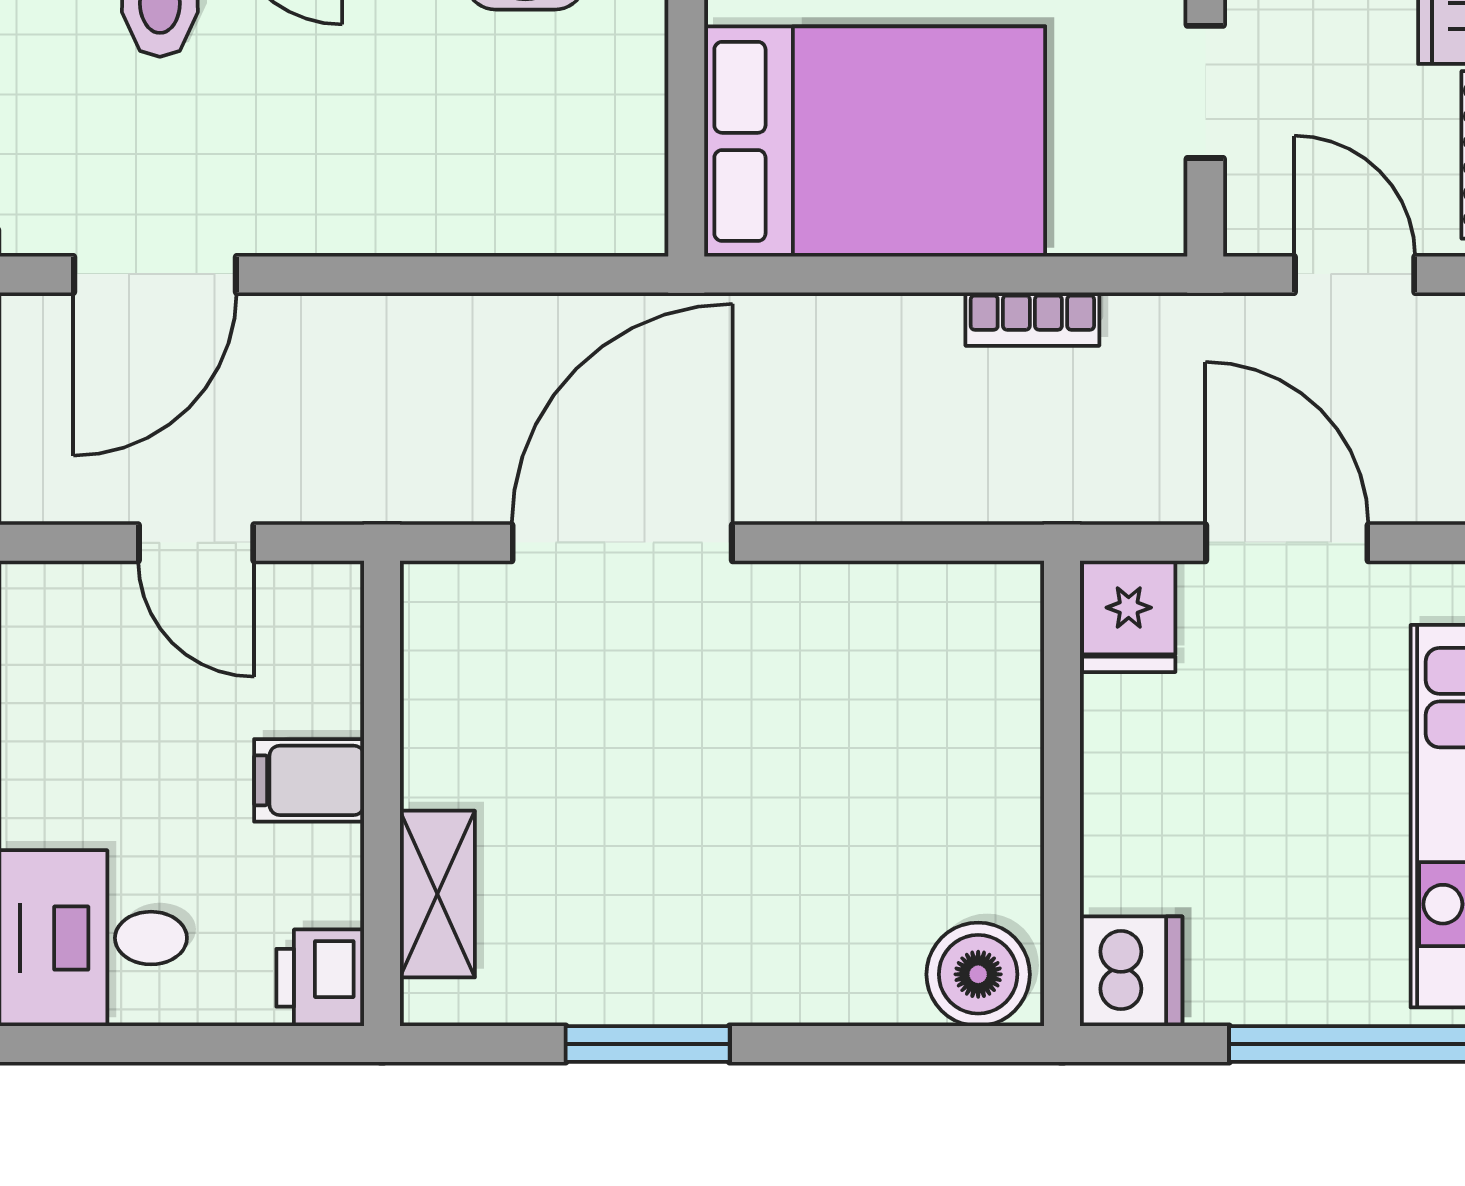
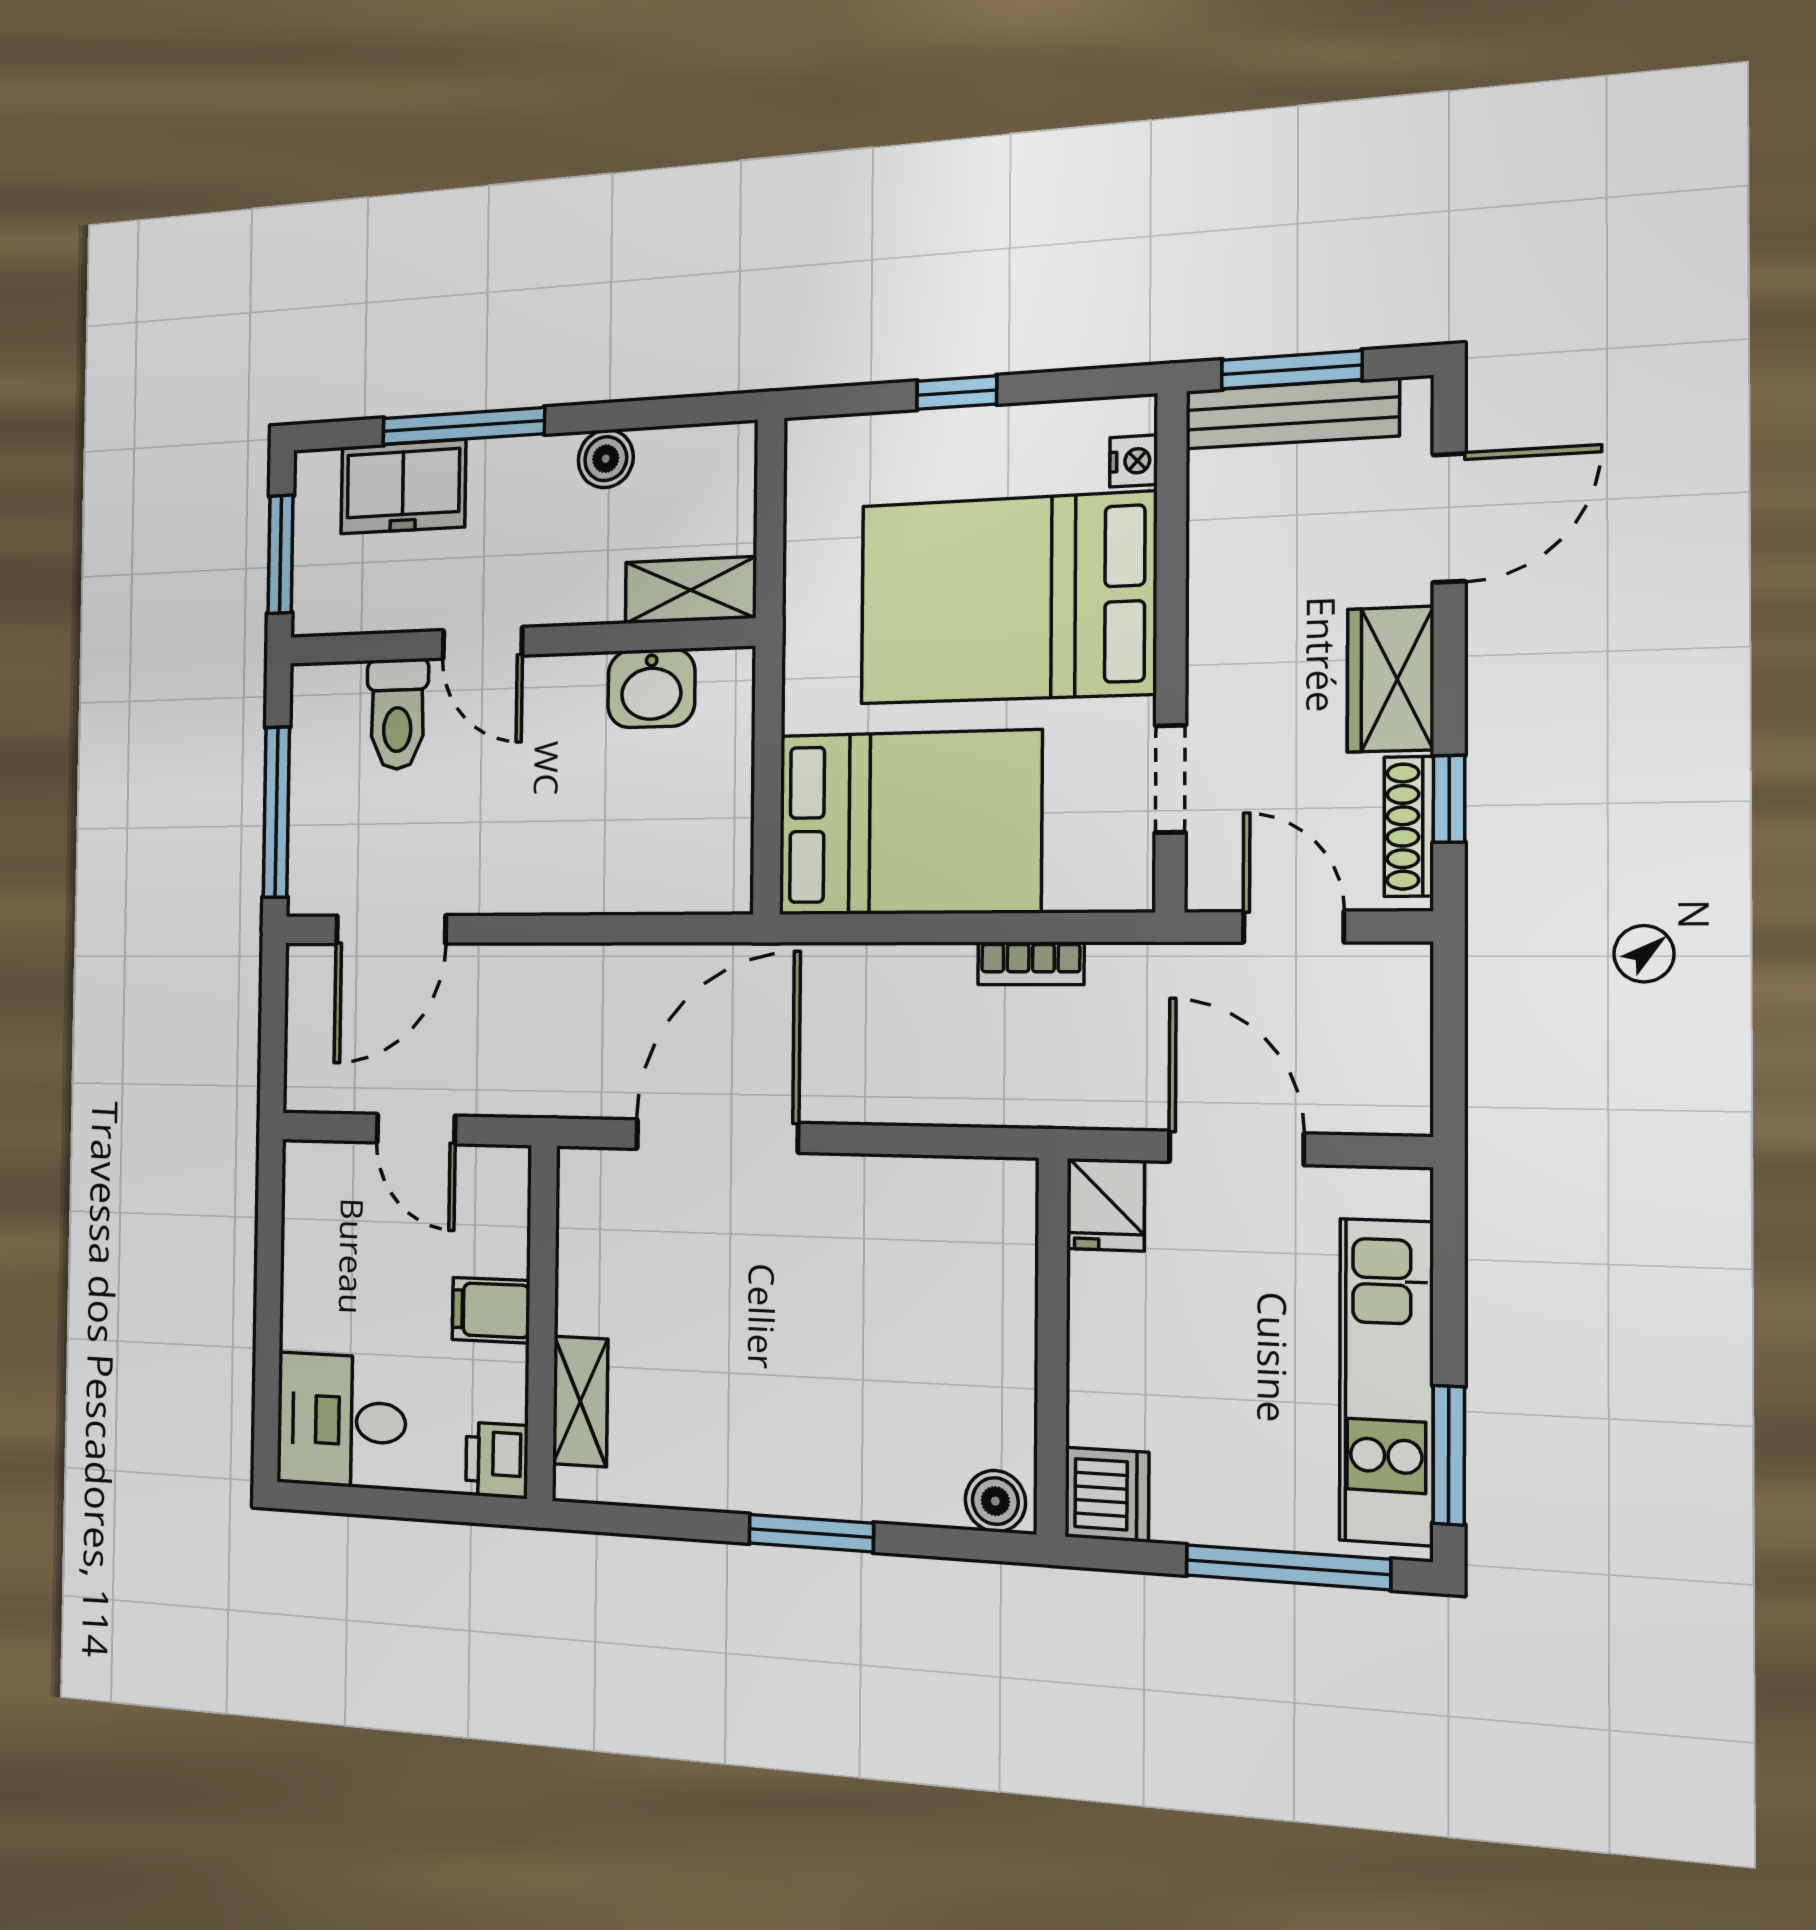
boiler: (978, 974) -> (995, 1501), width x0.73, depth x0.73
window: (648, 1044) -> (811, 1533), moved

